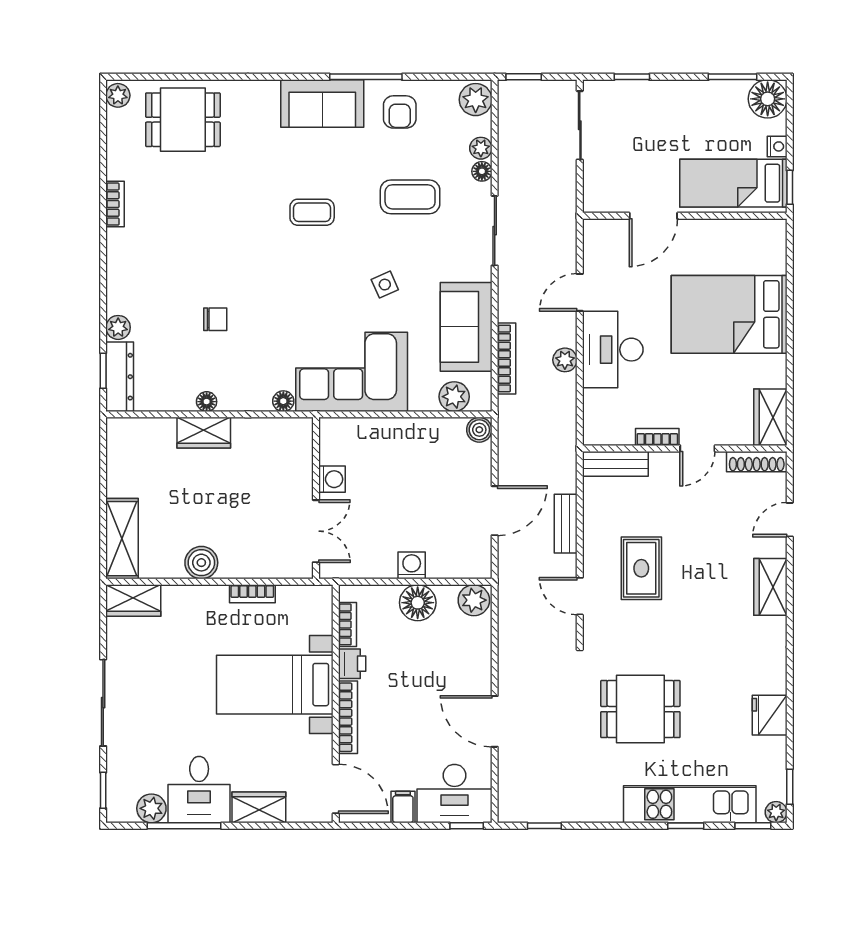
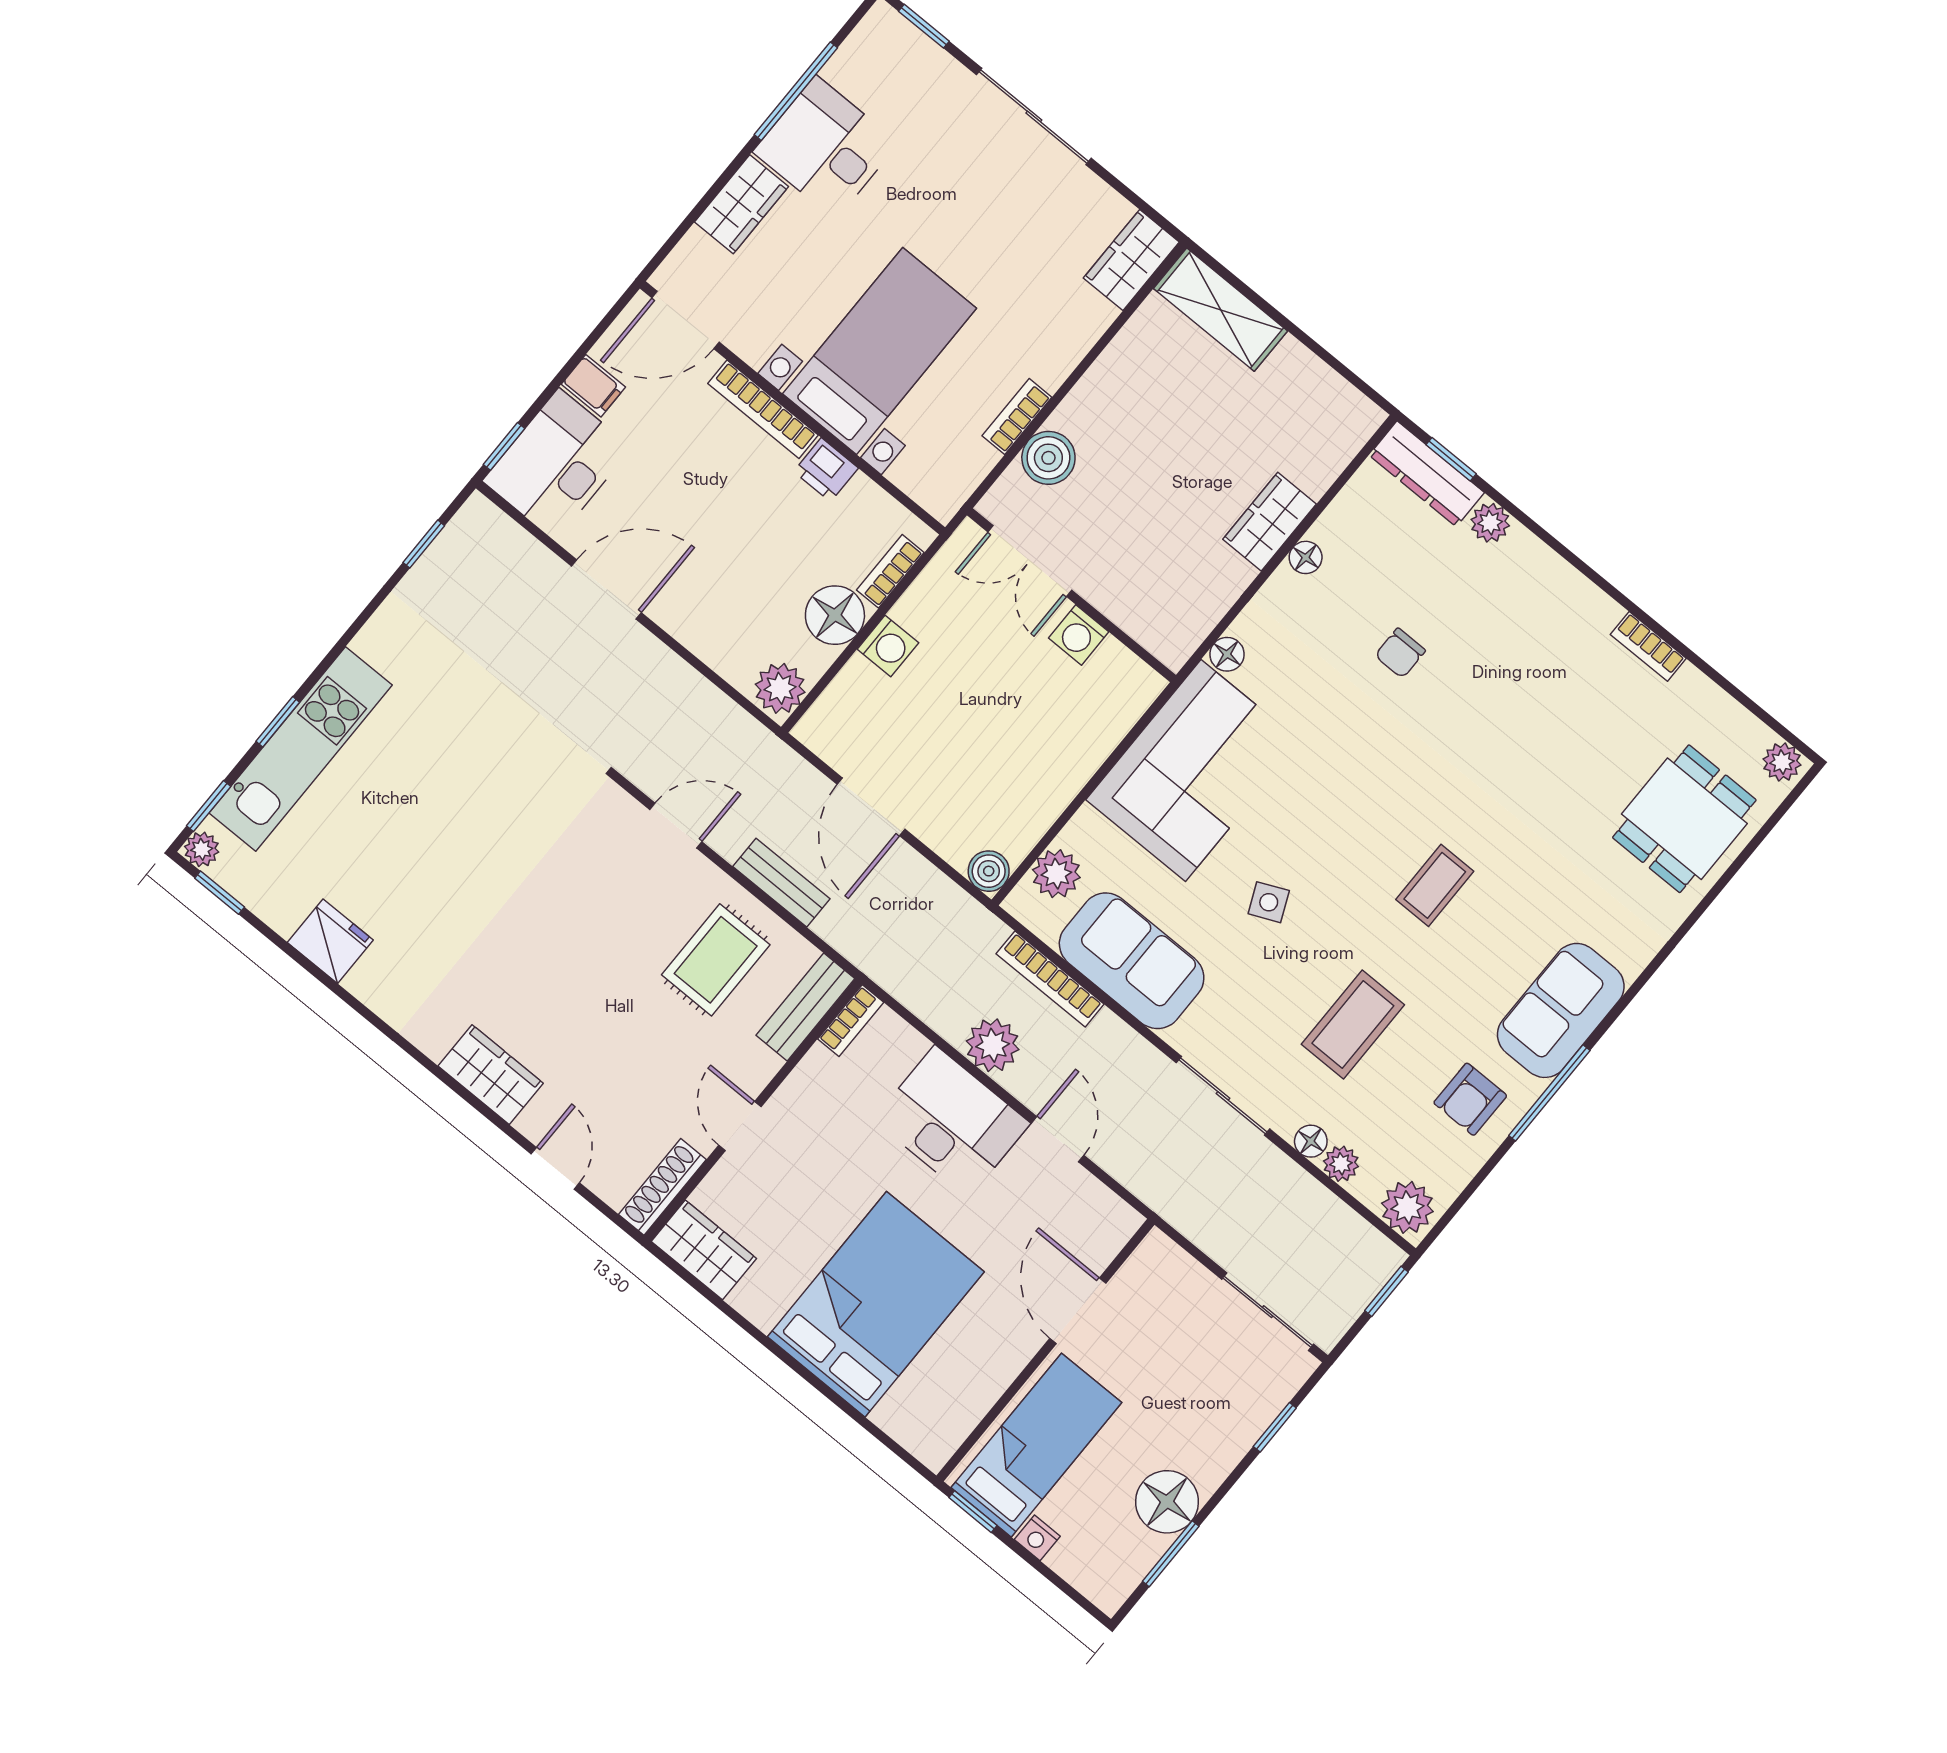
floor lamp: (768, 99) -> (1167, 1502), moved
armchair: (400, 112) -> (1470, 1099), turned -90
plant: (565, 360) -> (993, 1045), width x1.38, depth x1.38
bookcase: (657, 437) -> (851, 1021), moved
boiler: (201, 563) -> (1048, 458), moved
rug: (641, 568) -> (716, 960), moved, turned 90
bookcase: (347, 624) -> (890, 571), moved, turned 90
dining table: (640, 709) -> (471, 785), removed
plant: (151, 808) -> (851, 68), removed

